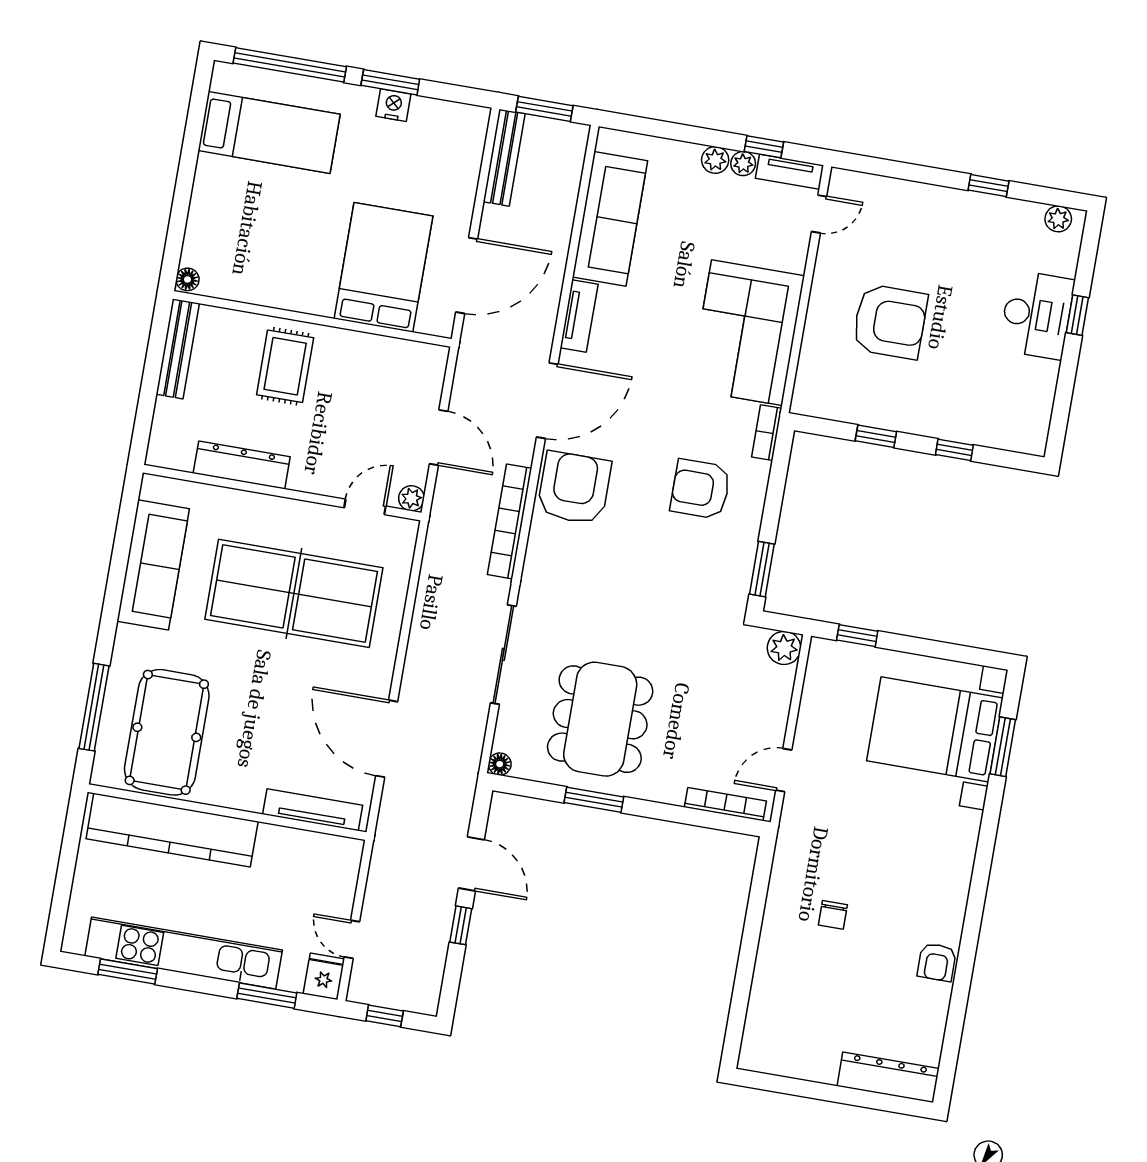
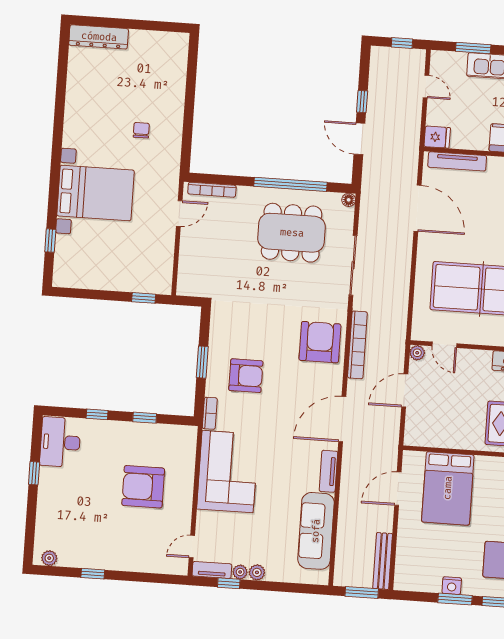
door: (467, 275) -> (398, 489), width x0.73
desk: (1037, 315) -> (60, 442), moved
window: (1077, 315) -> (34, 473), moved
door: (439, 438) -> (405, 390), hinge flipped
armchair: (574, 488) -> (320, 342), moved, turned 180
door: (365, 507) -> (444, 345), hinge flipped
window: (762, 569) -> (202, 362), moved
plant: (784, 648) -> (186, 286), removed
dining table: (600, 719) -> (292, 233), turned 90
bed with nightstands: (935, 729) -> (95, 193), moved
window: (1003, 747) -> (50, 241), width x0.67
window: (594, 800) -> (290, 184), width x2.11
armchair: (937, 962) -> (77, 108), removed
fridge: (324, 976) -> (437, 137), moved, turned -90

